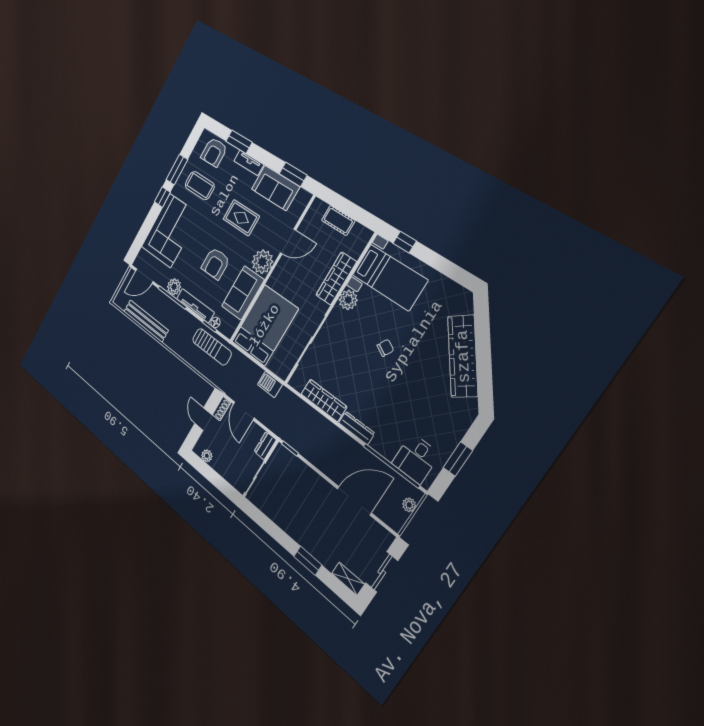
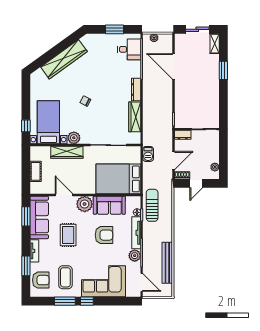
sofa: (275, 188) -> (39, 217), width x1.36

